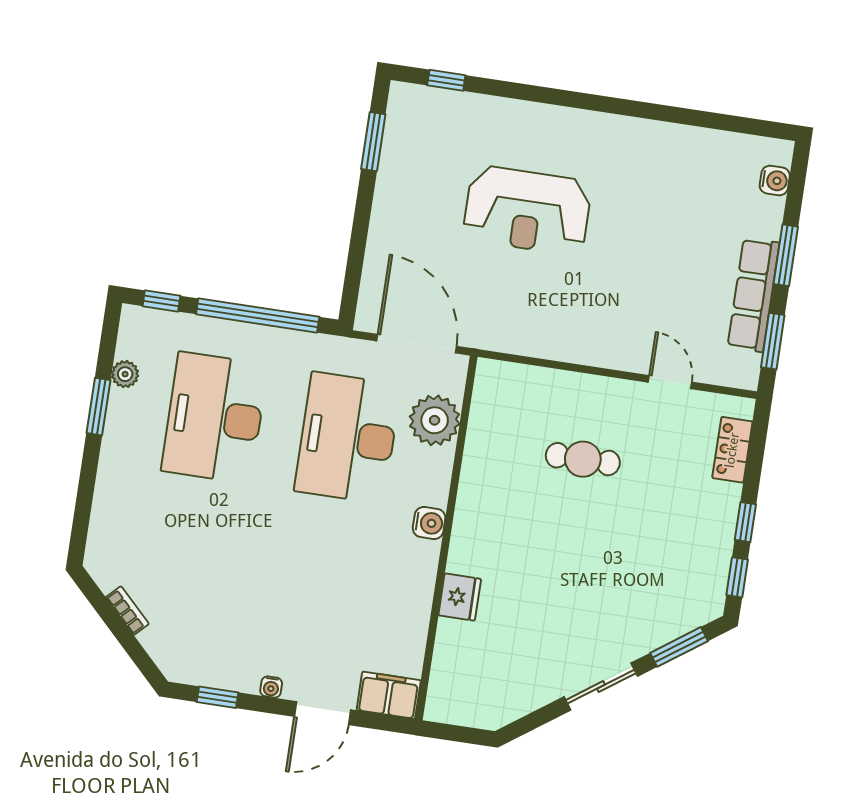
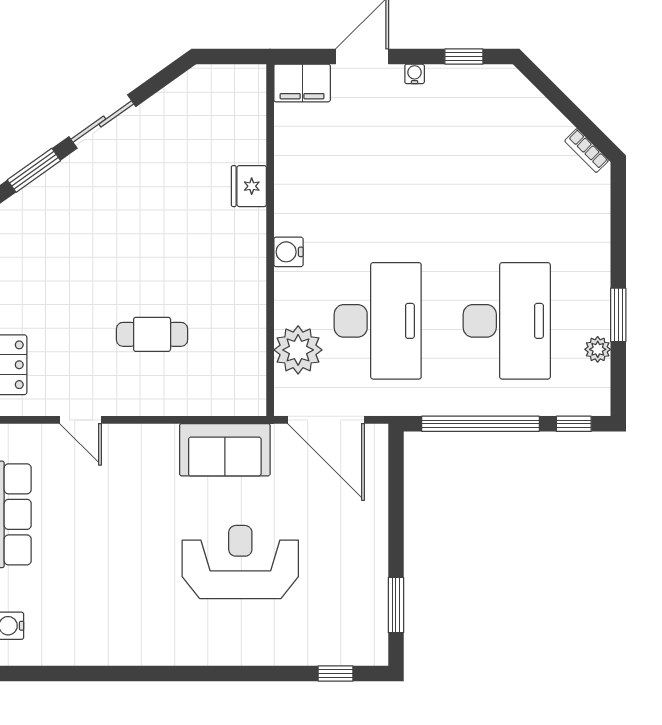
sofa: (526, 329) -> (225, 450), added
bookcase: (127, 611) -> (587, 151), moved

